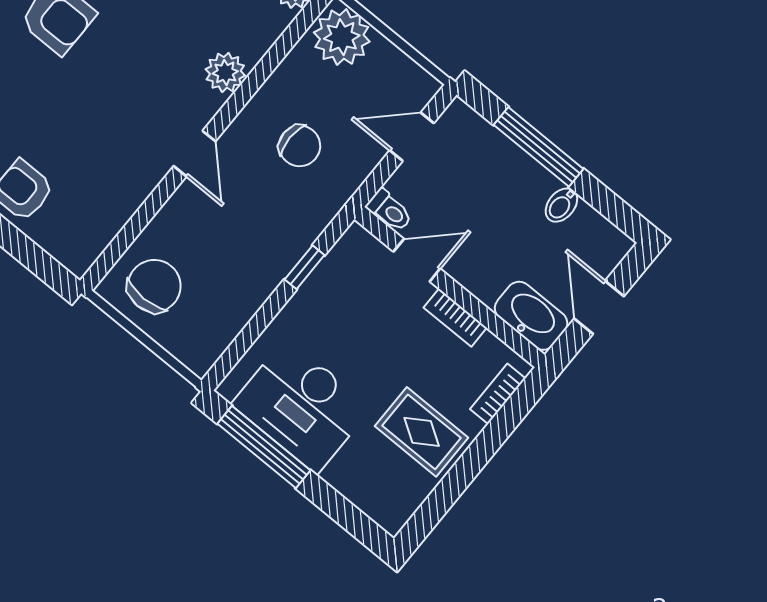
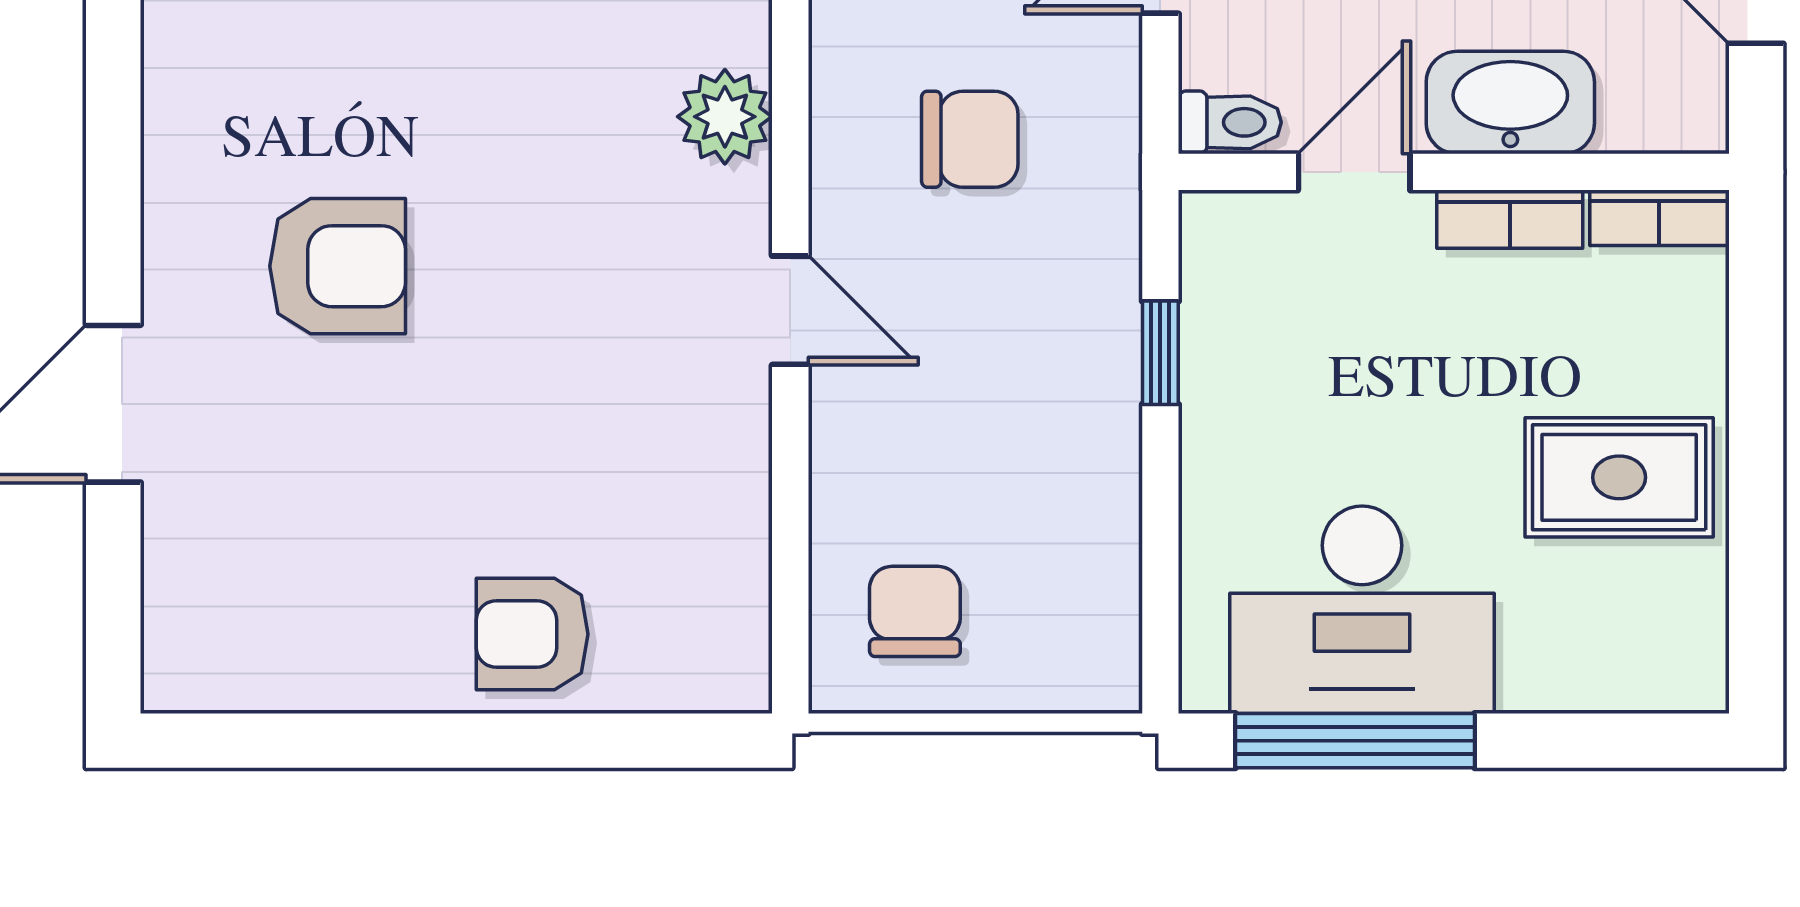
chair: (154, 286) -> (915, 611), width x0.73, depth x0.73
washbasin: (531, 316) -> (1510, 103), moved
bookcase: (498, 394) -> (1659, 218), moved, turned -90

